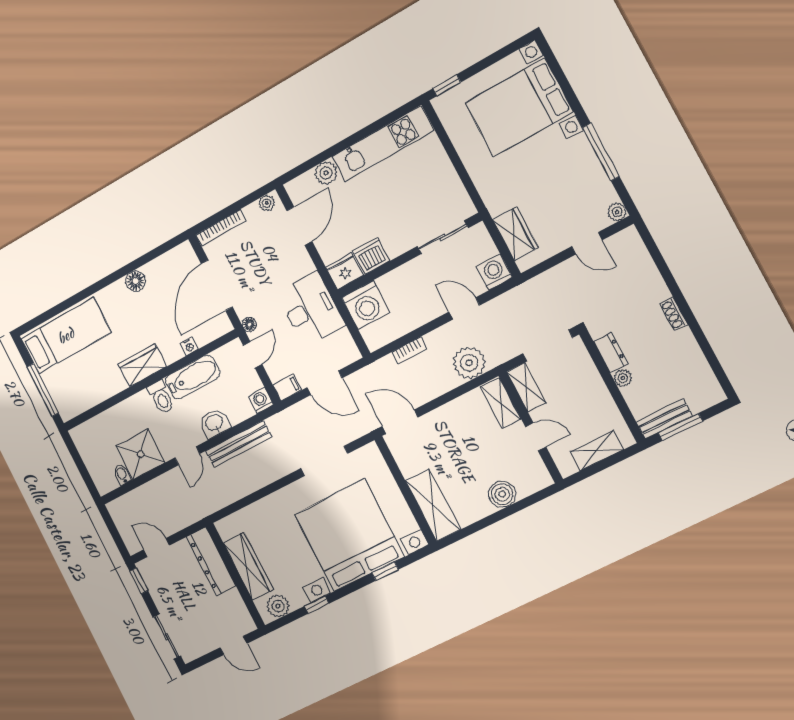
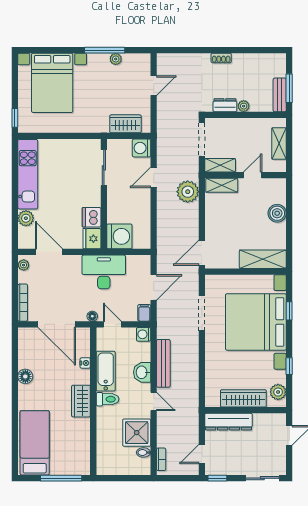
plant: (617, 212) -> (116, 59), moved
bookcase: (409, 350) -> (161, 459), moved

